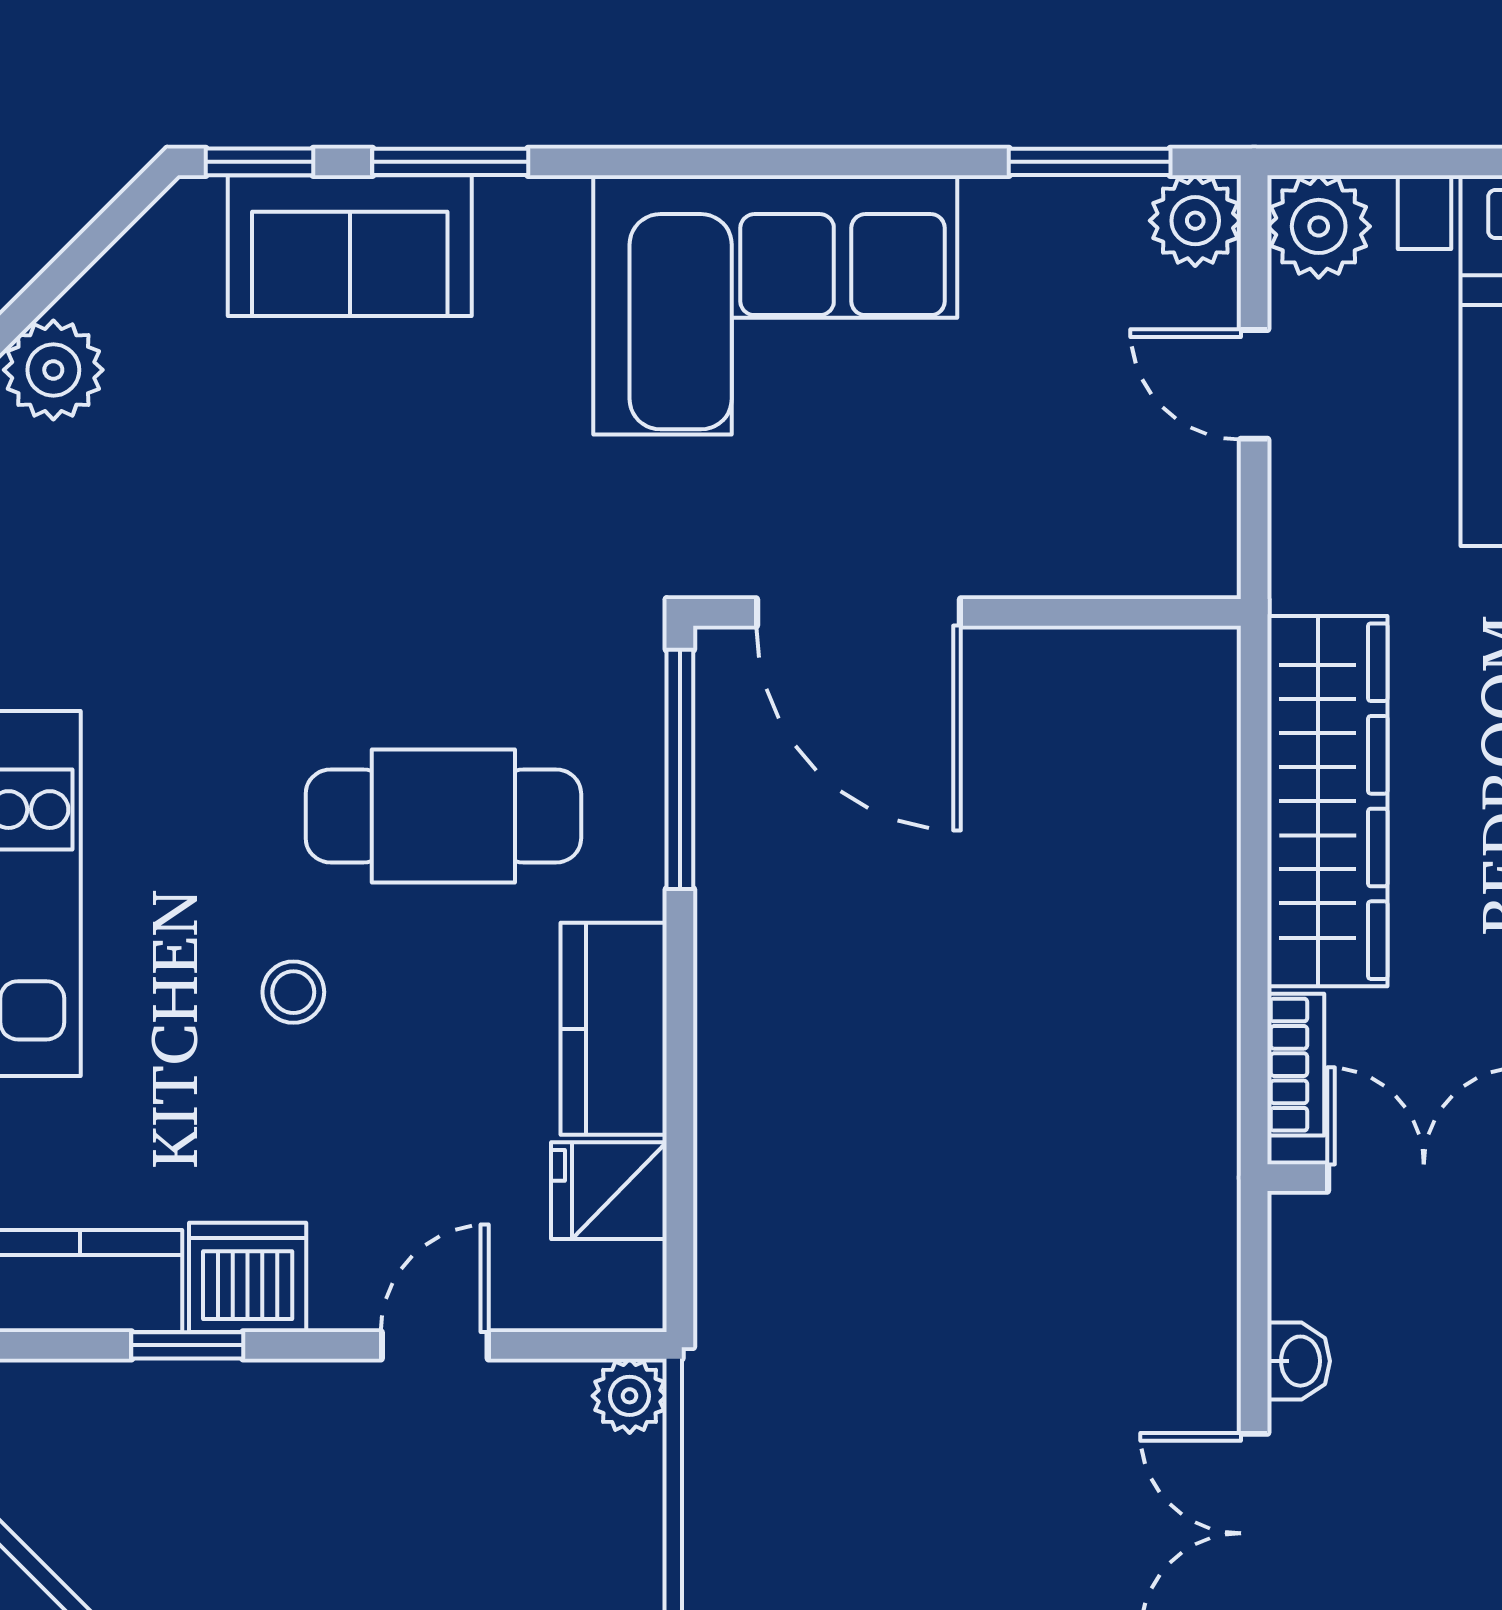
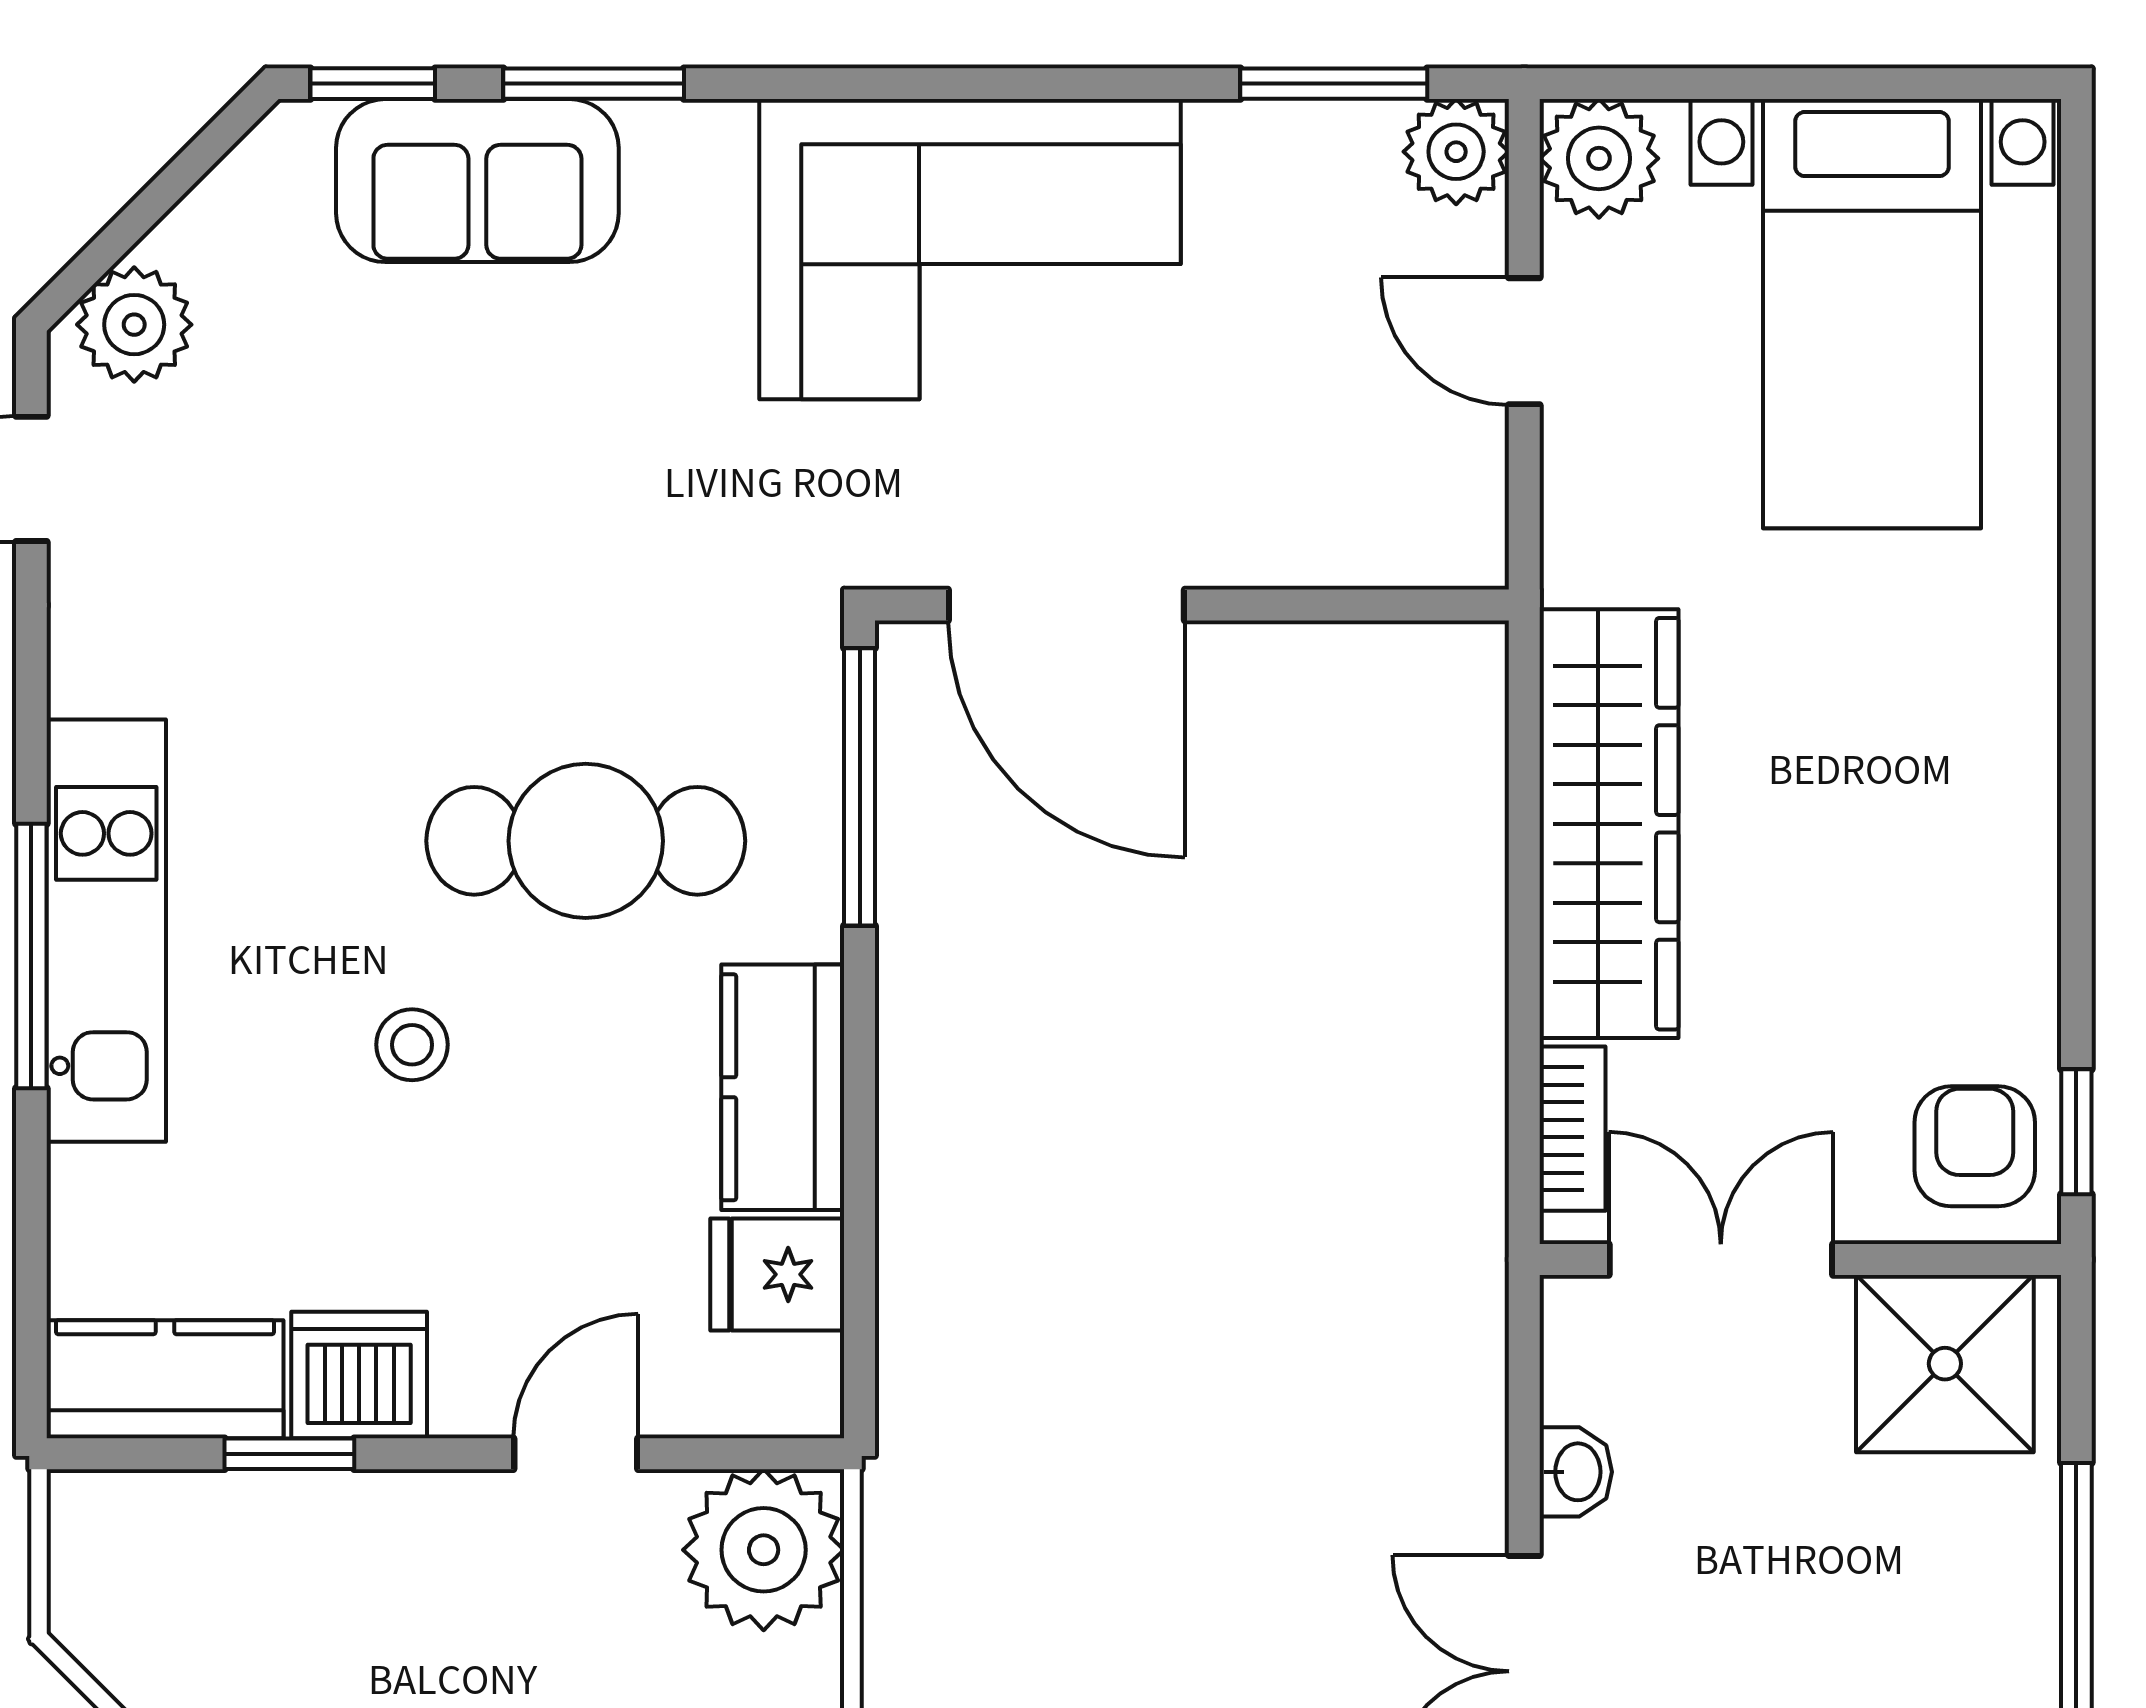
plant: (630, 1396) -> (764, 1550), width x1.87, depth x1.87

